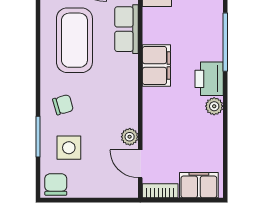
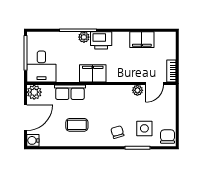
coffee table: (74, 40) -> (77, 125), width x0.54, depth x0.58
plant: (214, 106) -> (84, 37), moved
chair: (56, 185) -> (168, 137), turned 90
filing cabinet: (199, 185) -> (142, 40), moved, turned -90

